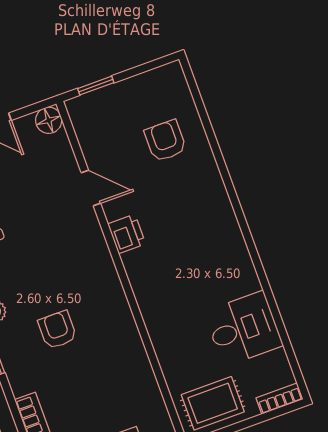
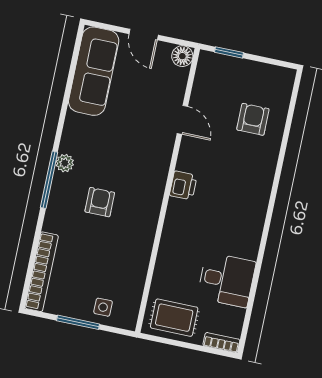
printer: (127, 234) -> (183, 185), moved

